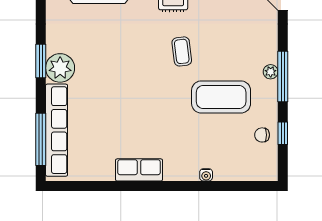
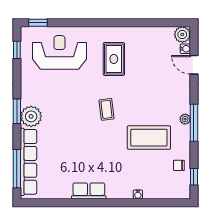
coffee table: (182, 51) -> (107, 109), moved
window: (283, 133) -> (194, 177), moved

